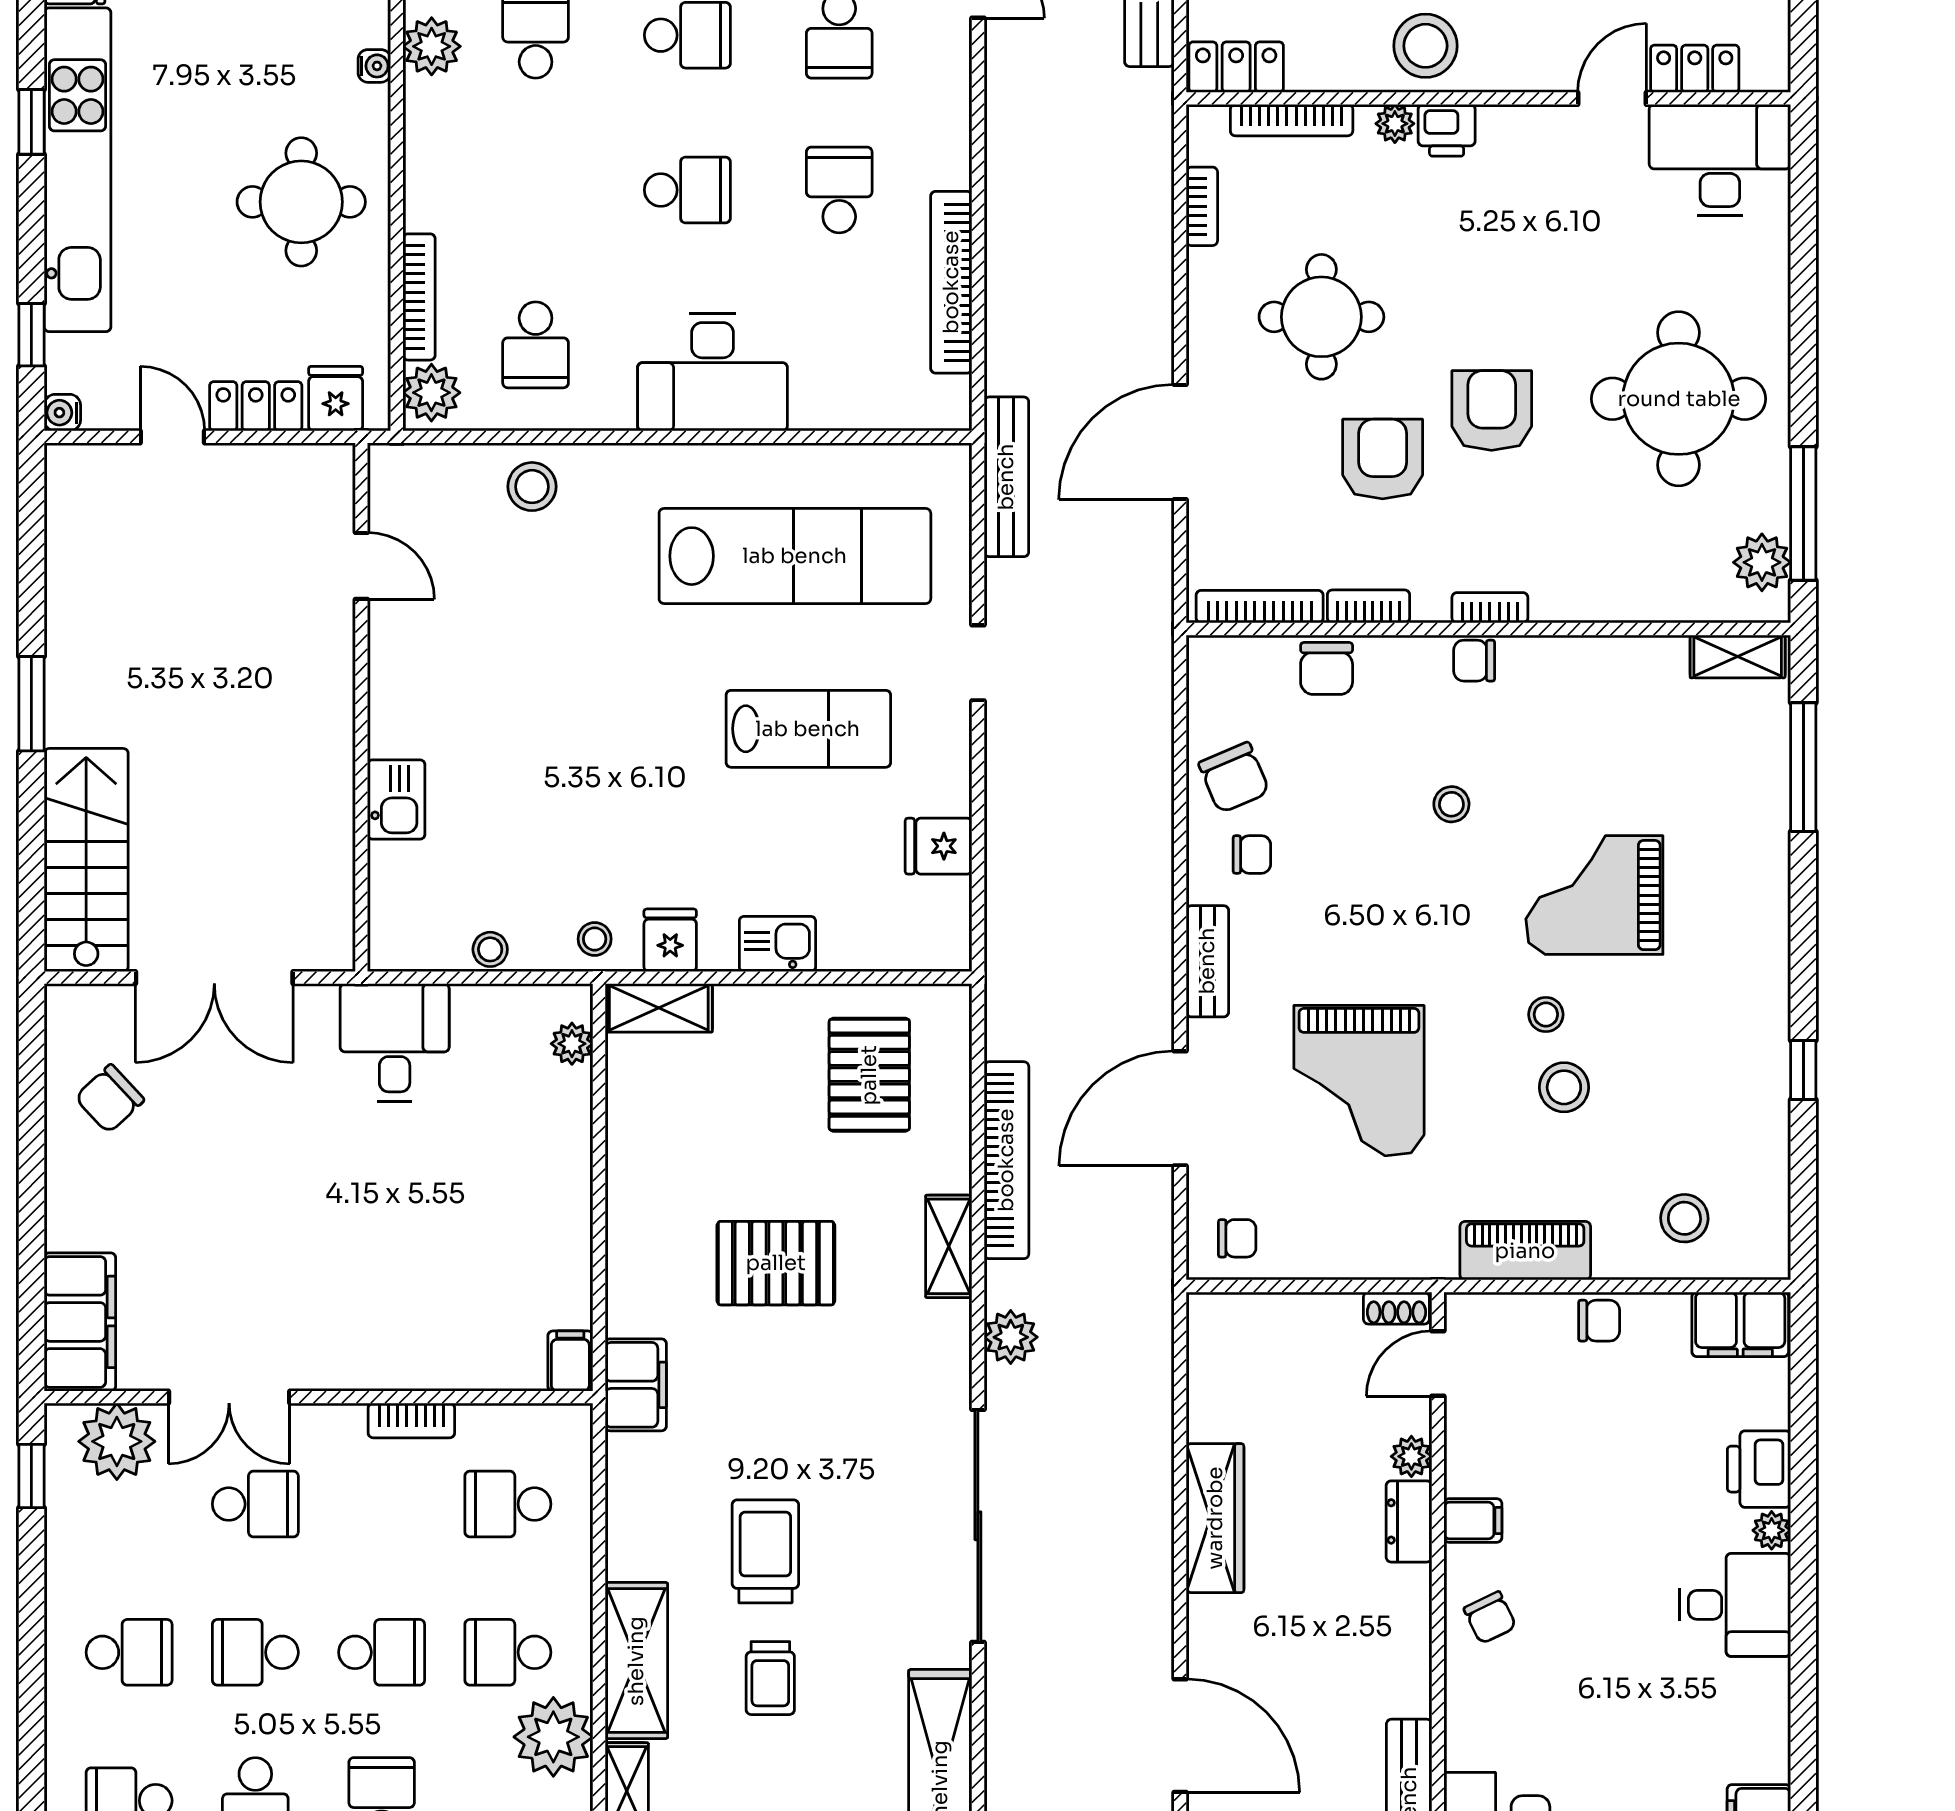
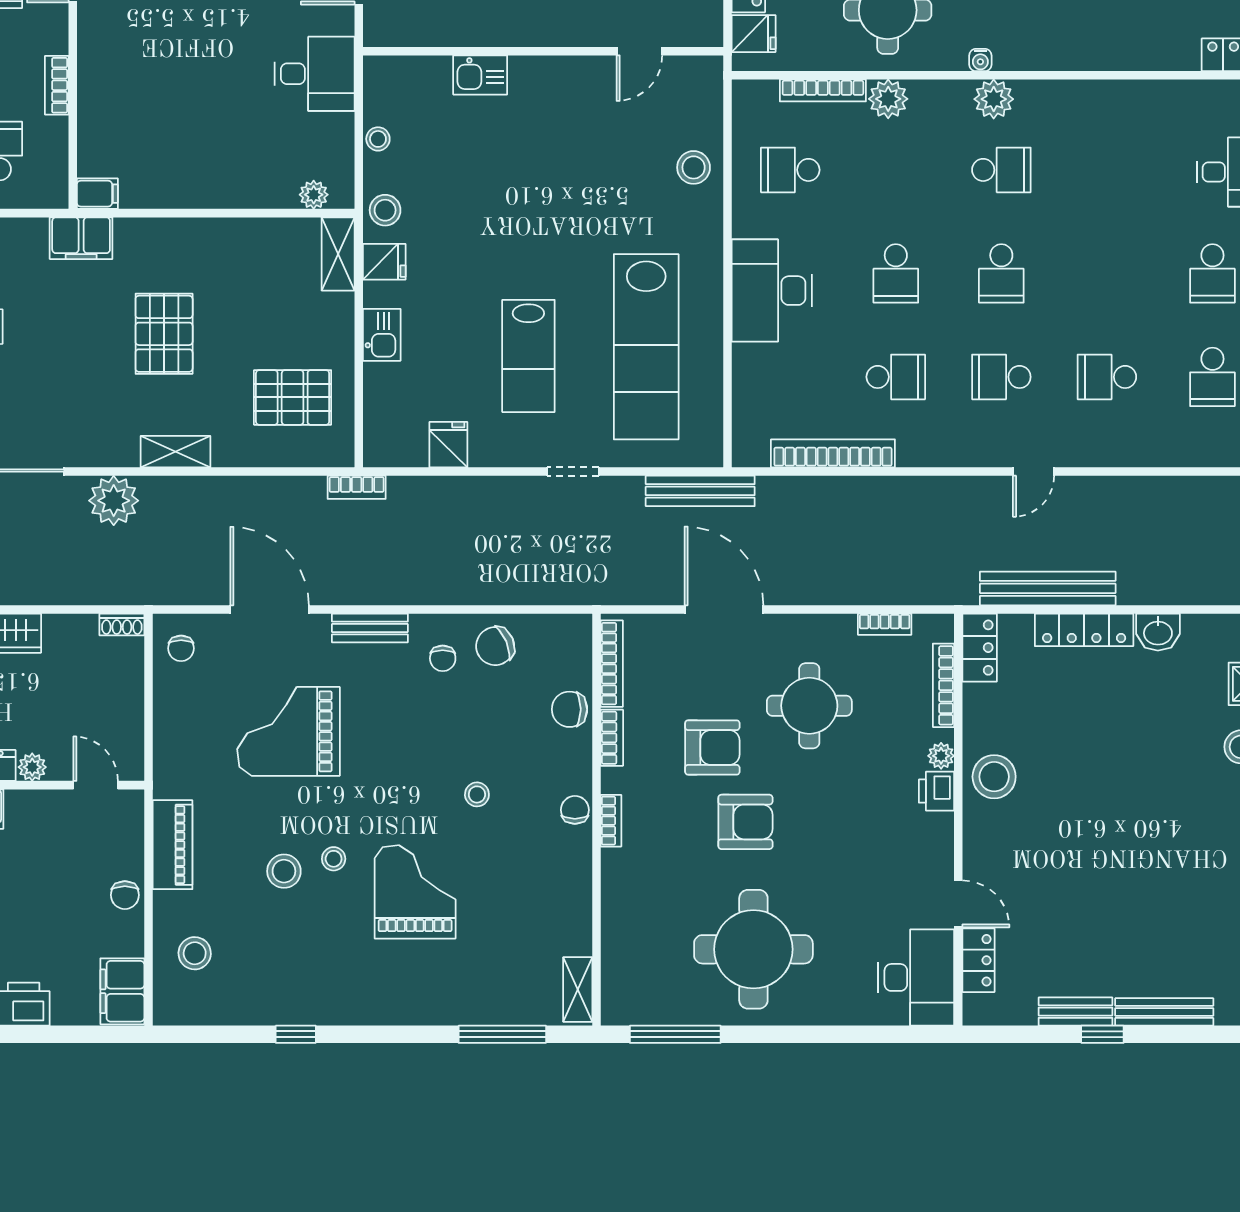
plant: (431, 393) -> (888, 99), moved
plant: (1762, 562) -> (642, 1006), removed
stool: (595, 939) -> (385, 210), width x1.37, depth x1.37
bookcase: (1006, 1160) -> (357, 487), moved, width x0.43, depth x0.76
shoe rack: (1396, 1308) -> (122, 624), moved, turned -90
plant: (1011, 1337) -> (114, 501), width x1.36, depth x1.36

